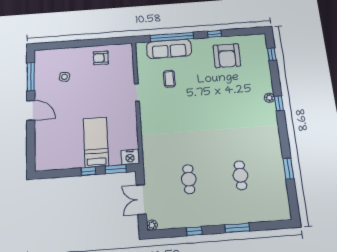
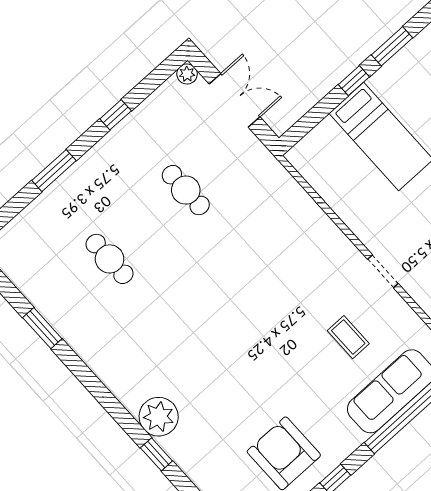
plant: (269, 98) -> (159, 417), width x1.88, depth x1.88
window: (279, 103) -> (156, 454), moved
nightstand: (130, 157) -> (306, 154), removed
window: (116, 169) -> (392, 46), moved

